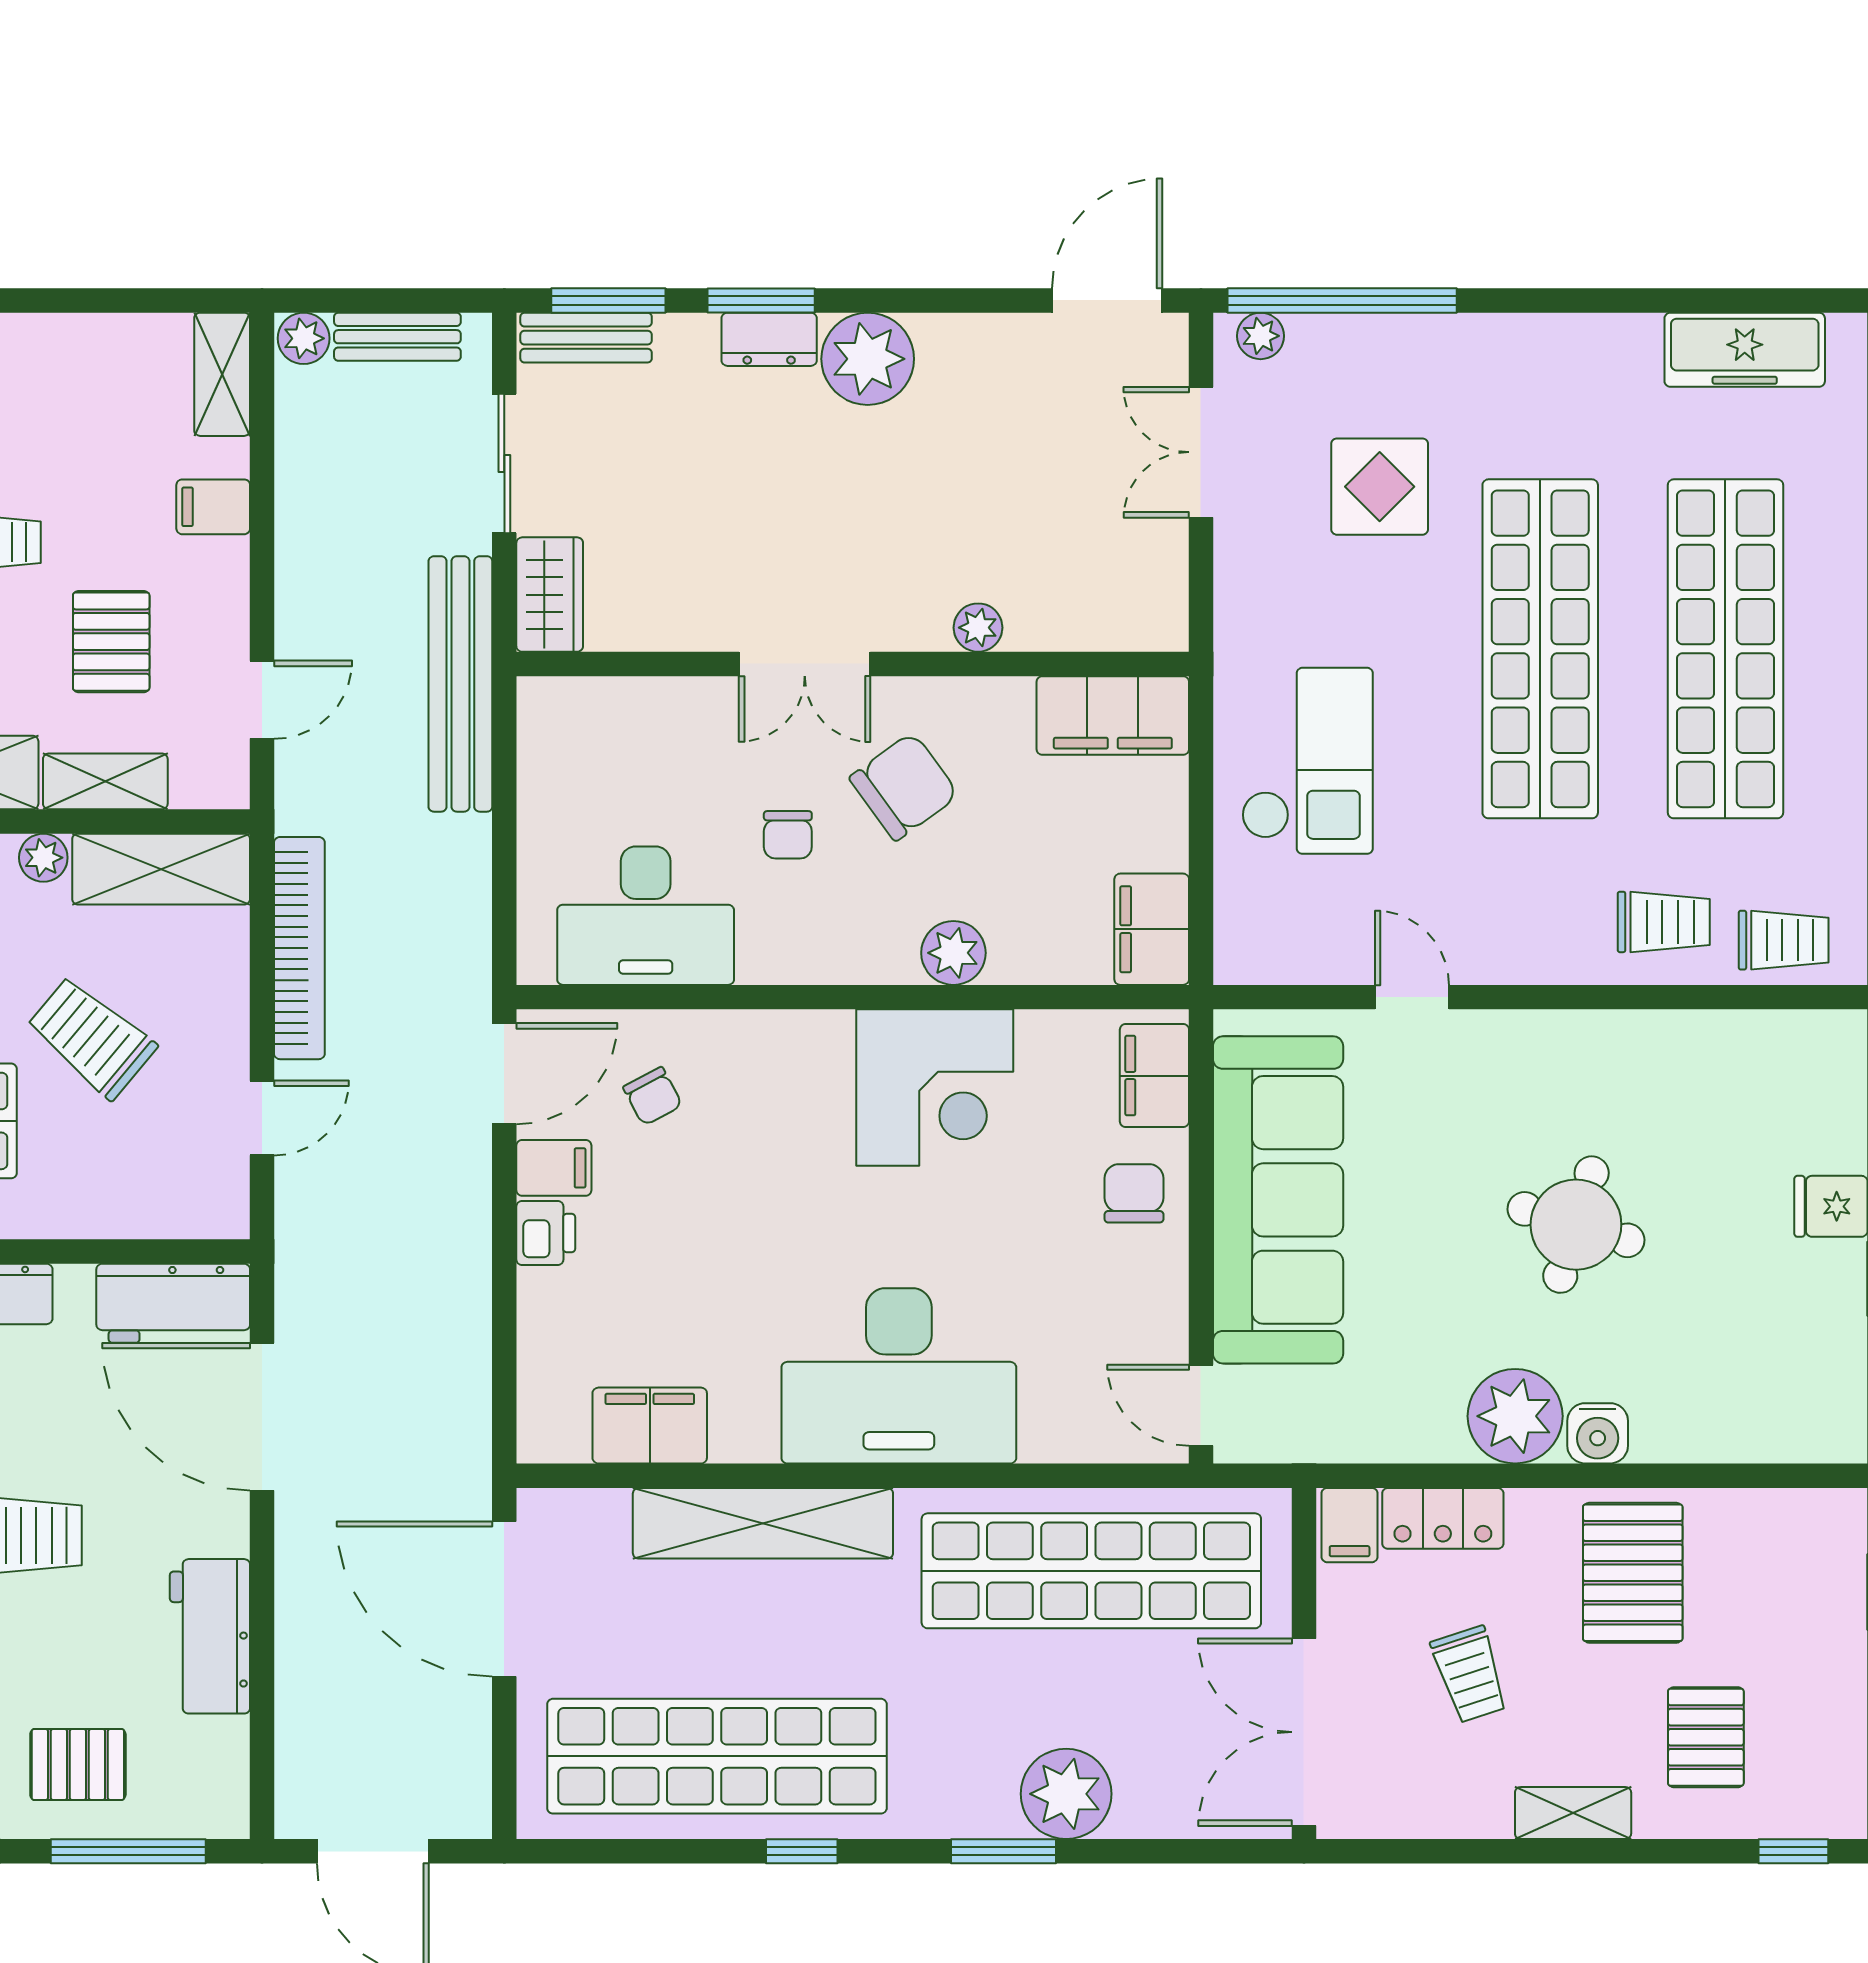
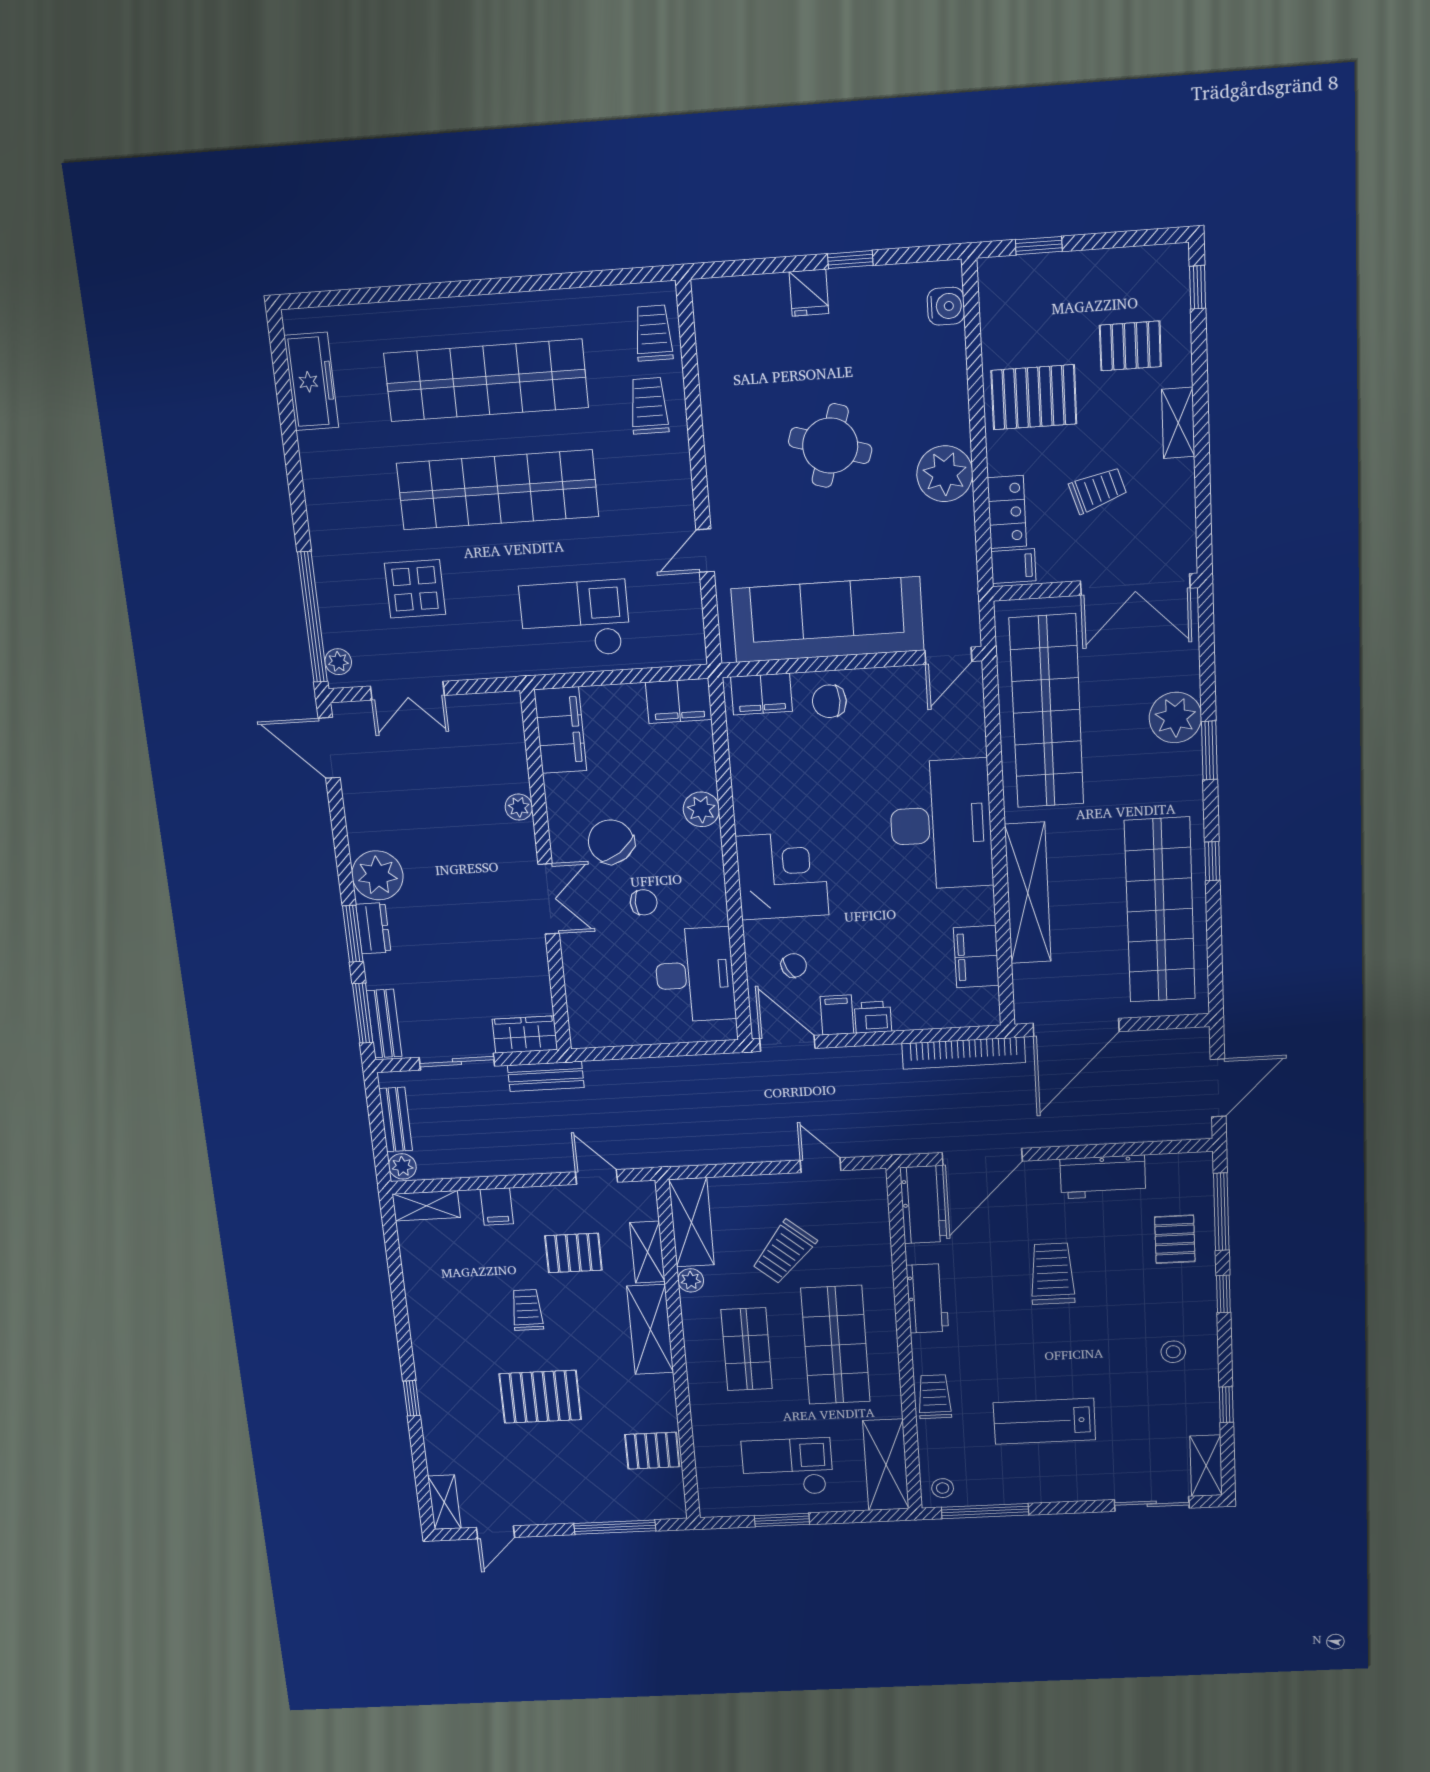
bench: (460, 684) -> (546, 1076), width x0.54, depth x0.82
bookcase: (299, 948) -> (964, 1053), moved, turned 180
corner desk: (935, 1088) -> (782, 876), moved
water cooler: (1598, 1433) -> (946, 306), moved

